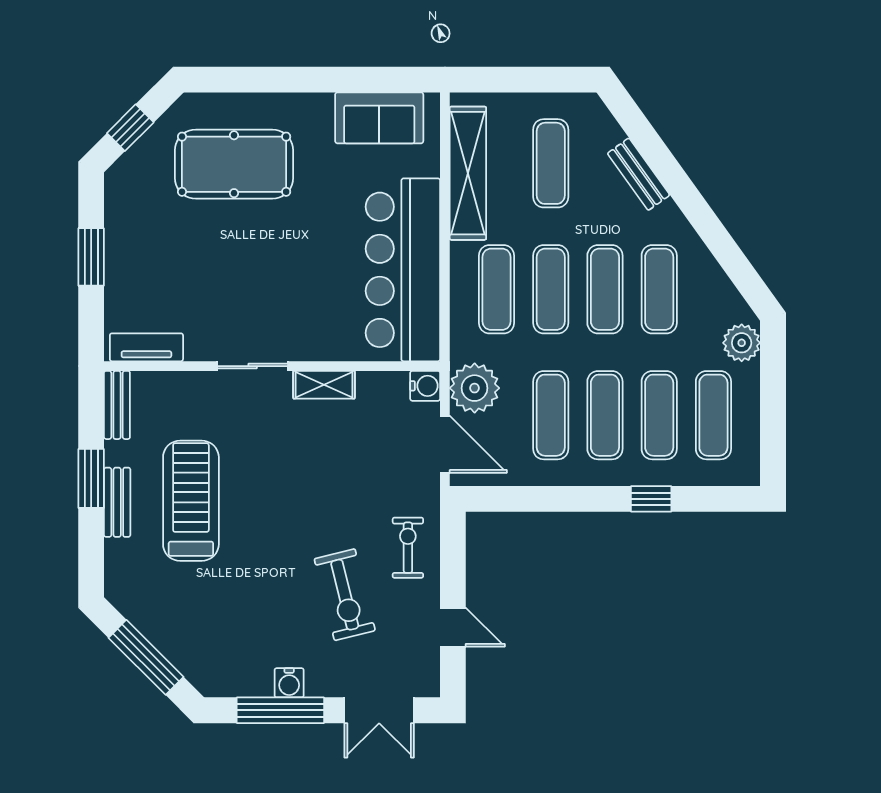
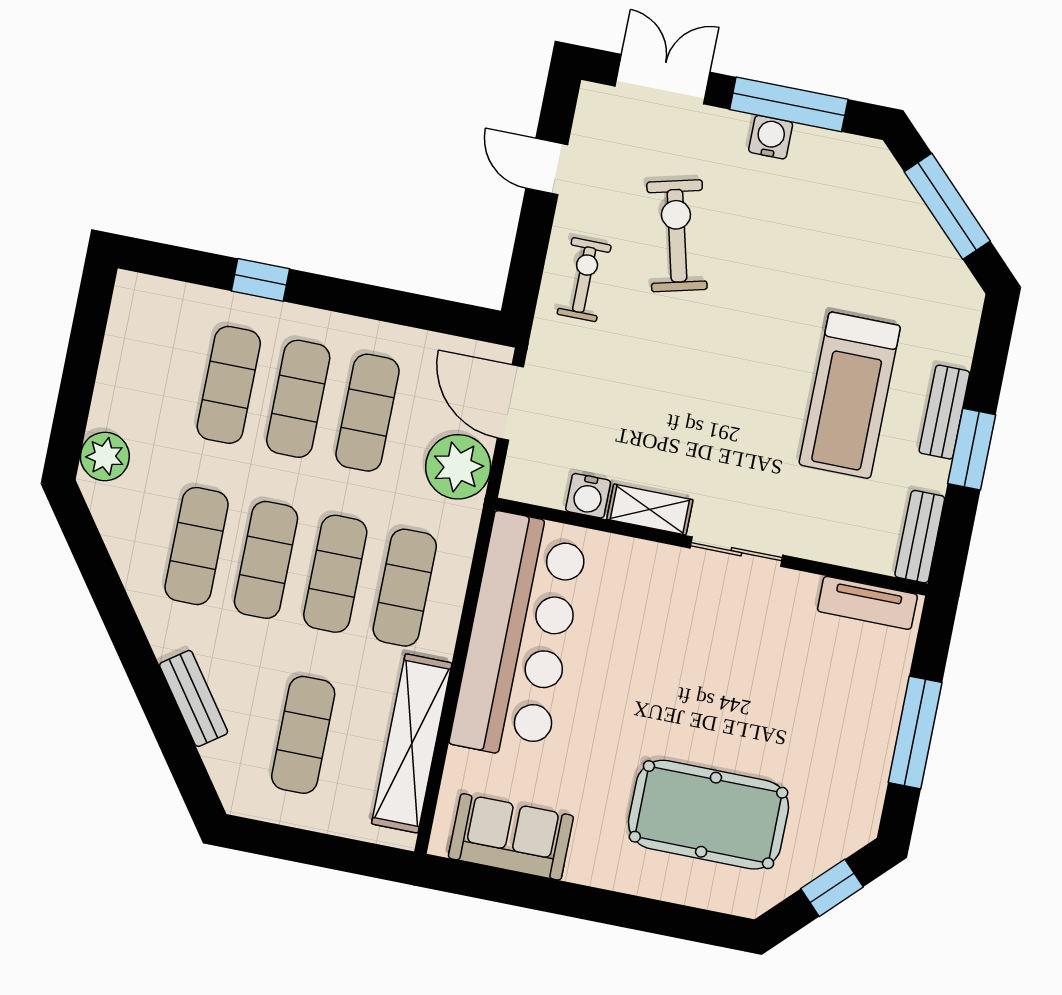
window: (91, 257) -> (915, 733), width x1.44
water cooler: (425, 386) -> (588, 496), moved, turned -90
exercise mat: (713, 415) -> (159, 371), removed
exercise bike: (408, 548) -> (584, 280), turned 180

